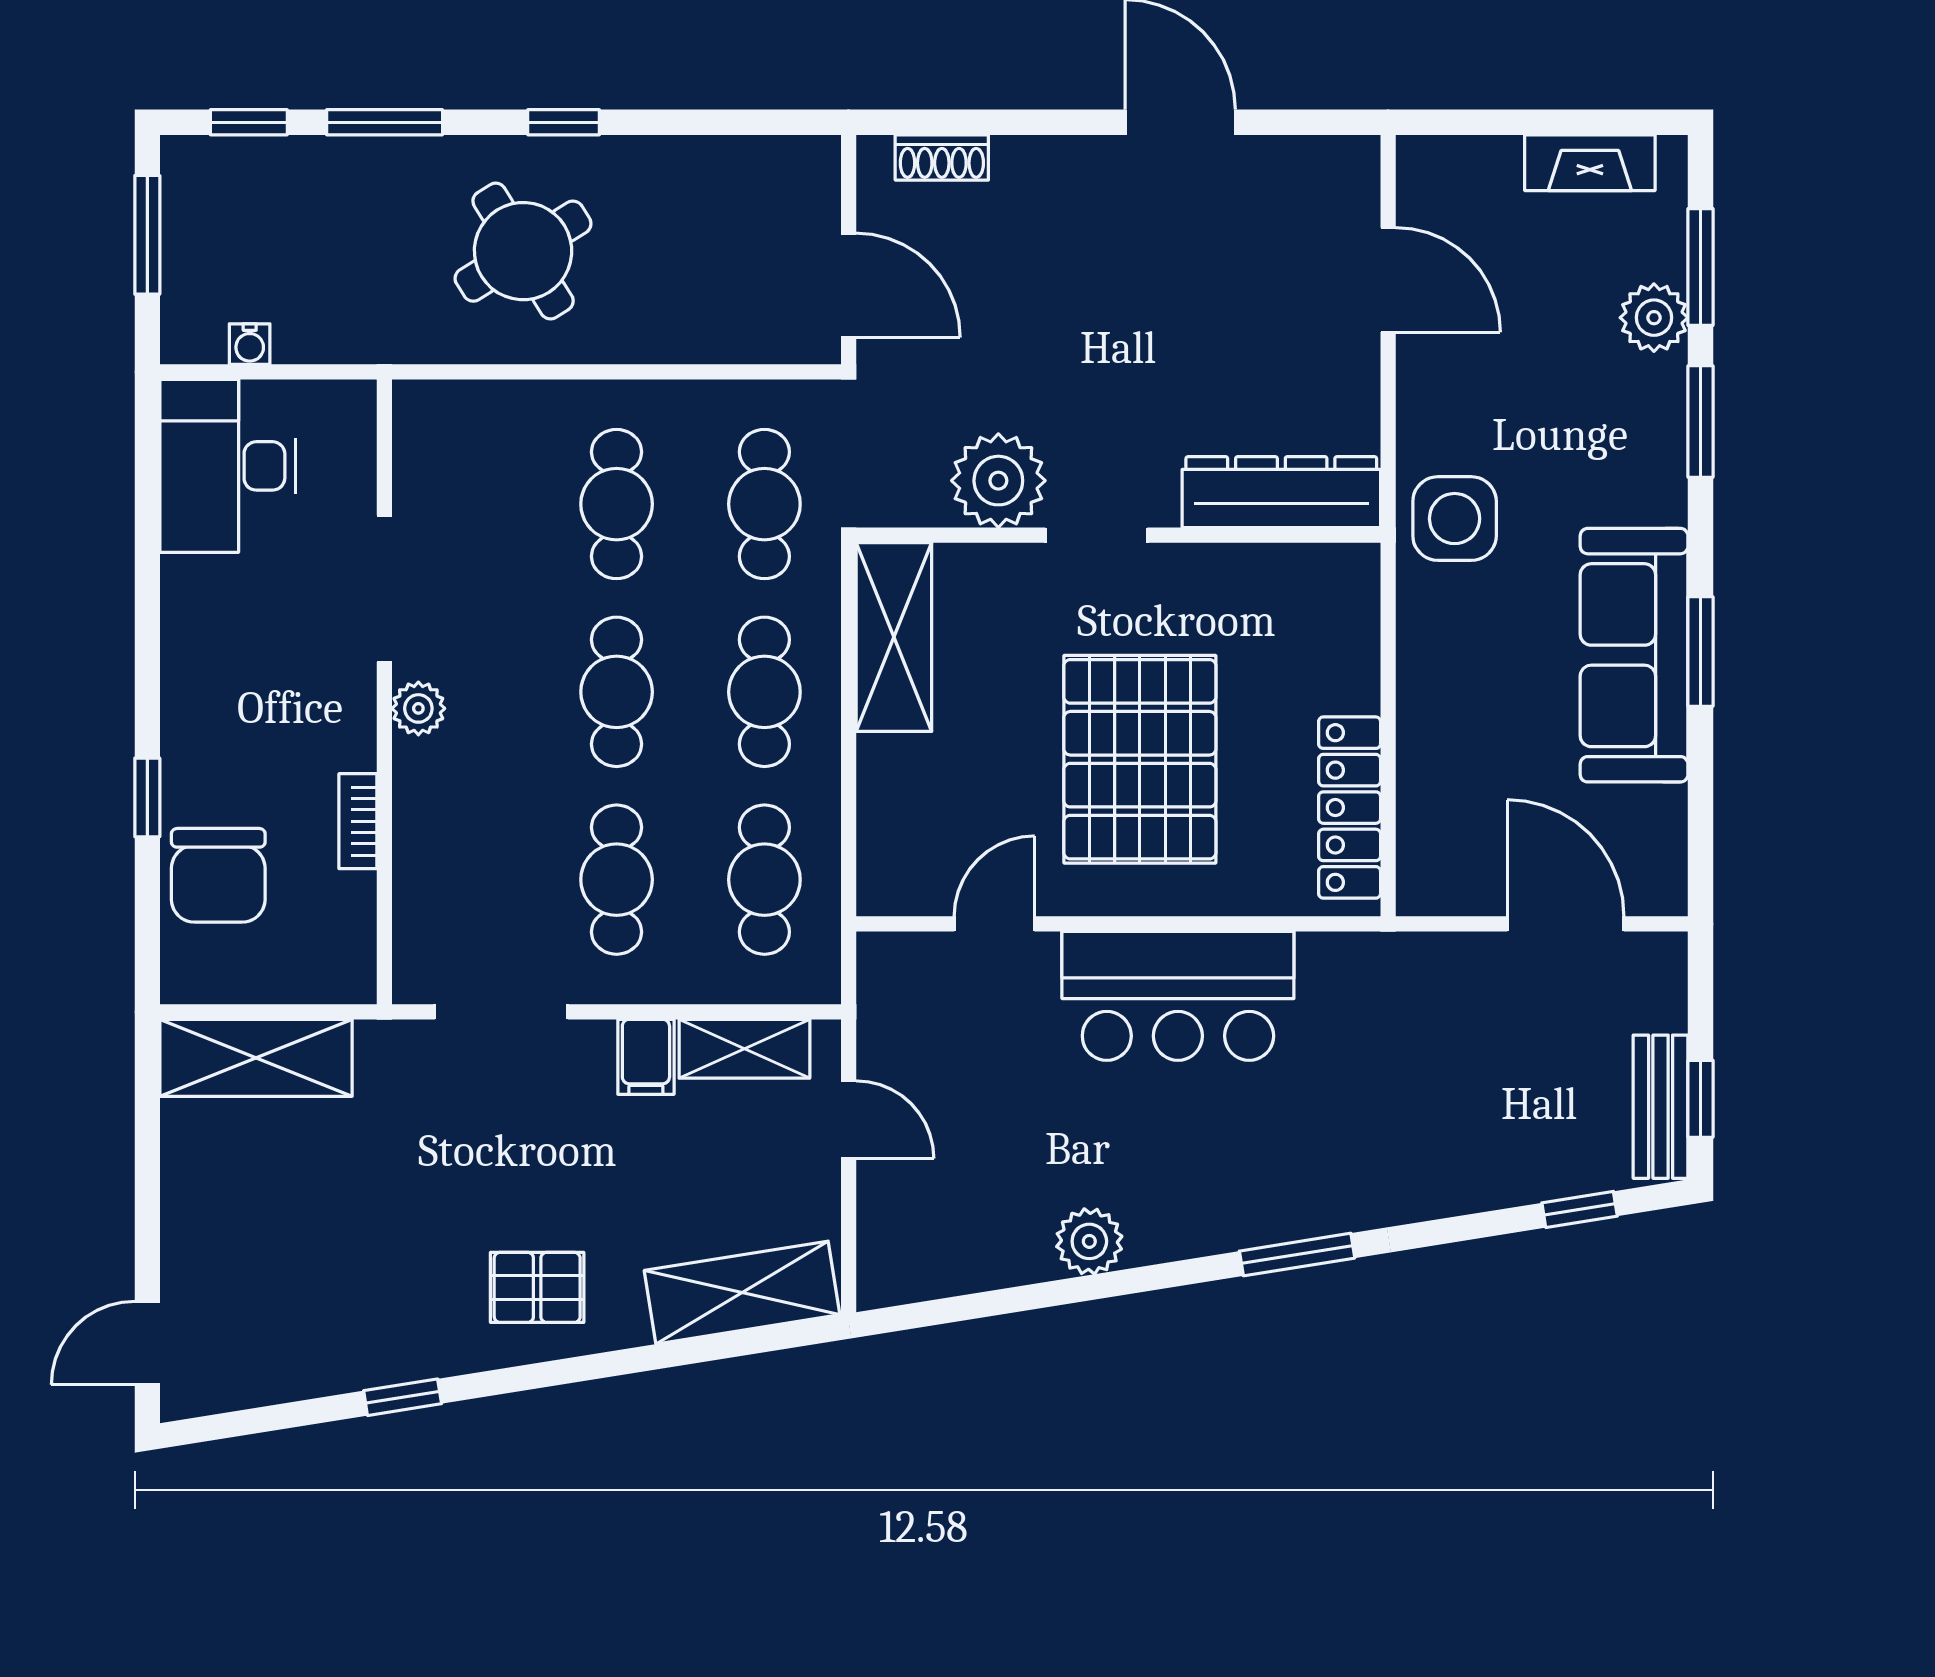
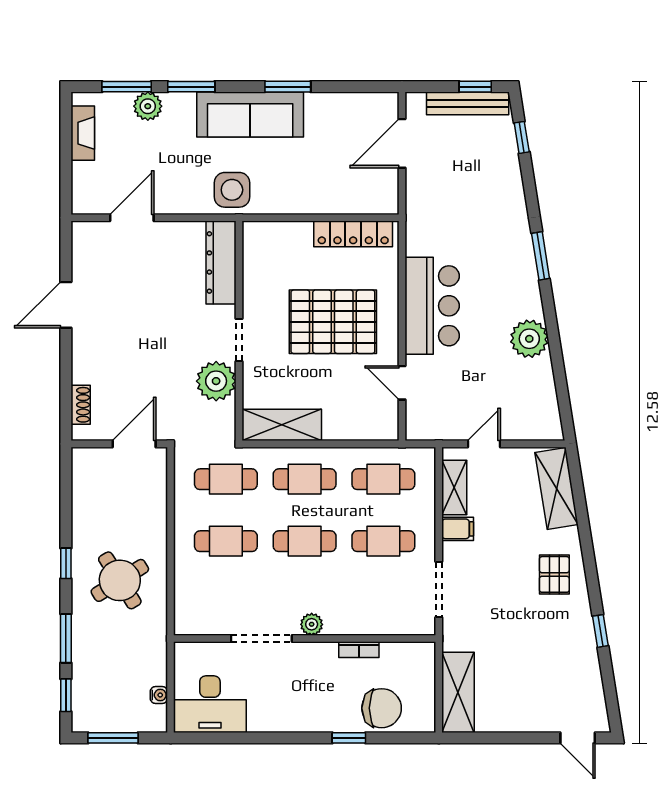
sofa: (1634, 655) -> (250, 115), moved
bench: (1661, 1107) -> (468, 103), width x1.36
plant: (1089, 1241) -> (529, 339), width x1.36, depth x1.36

